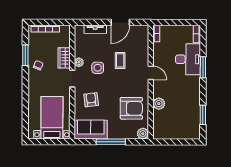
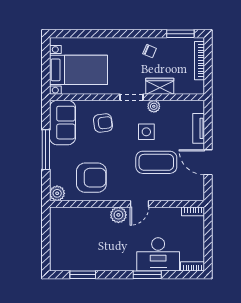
window: (25, 55) -> (180, 34), moved
coffee table: (120, 60) -> (156, 162), width x1.86, depth x1.72
plant: (159, 104) -> (118, 215), moved
armchair: (131, 108) -> (91, 178), turned -90

